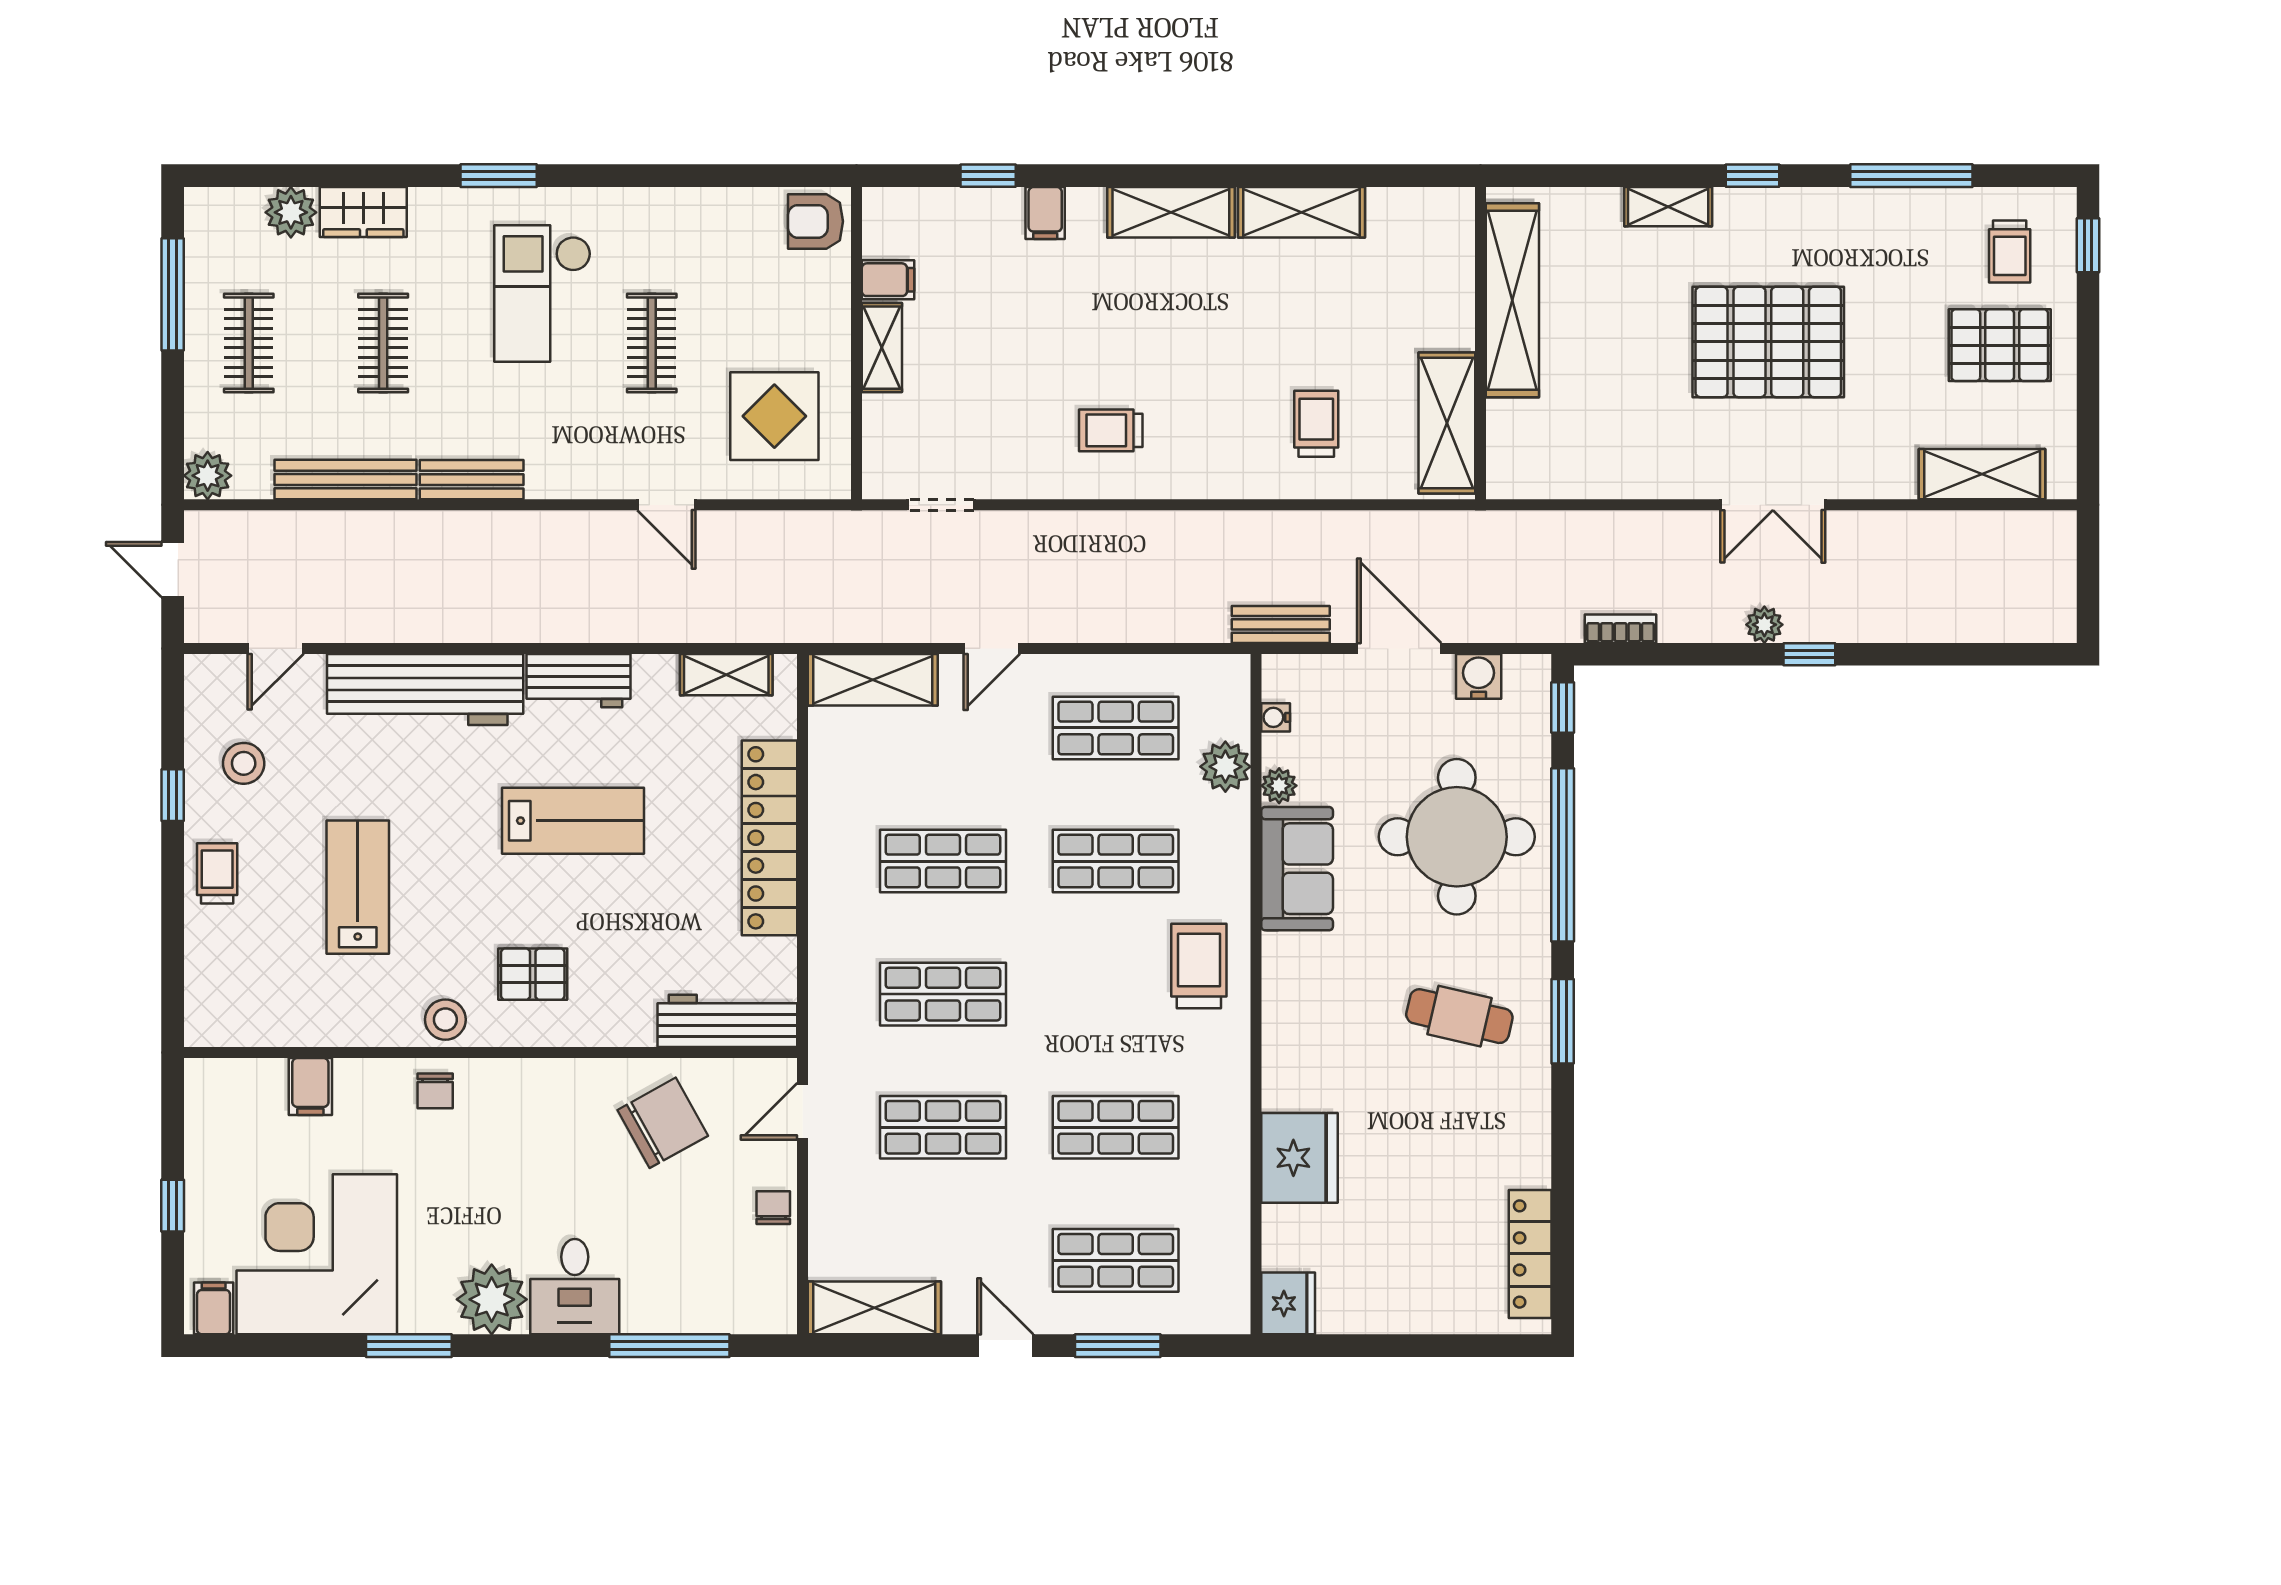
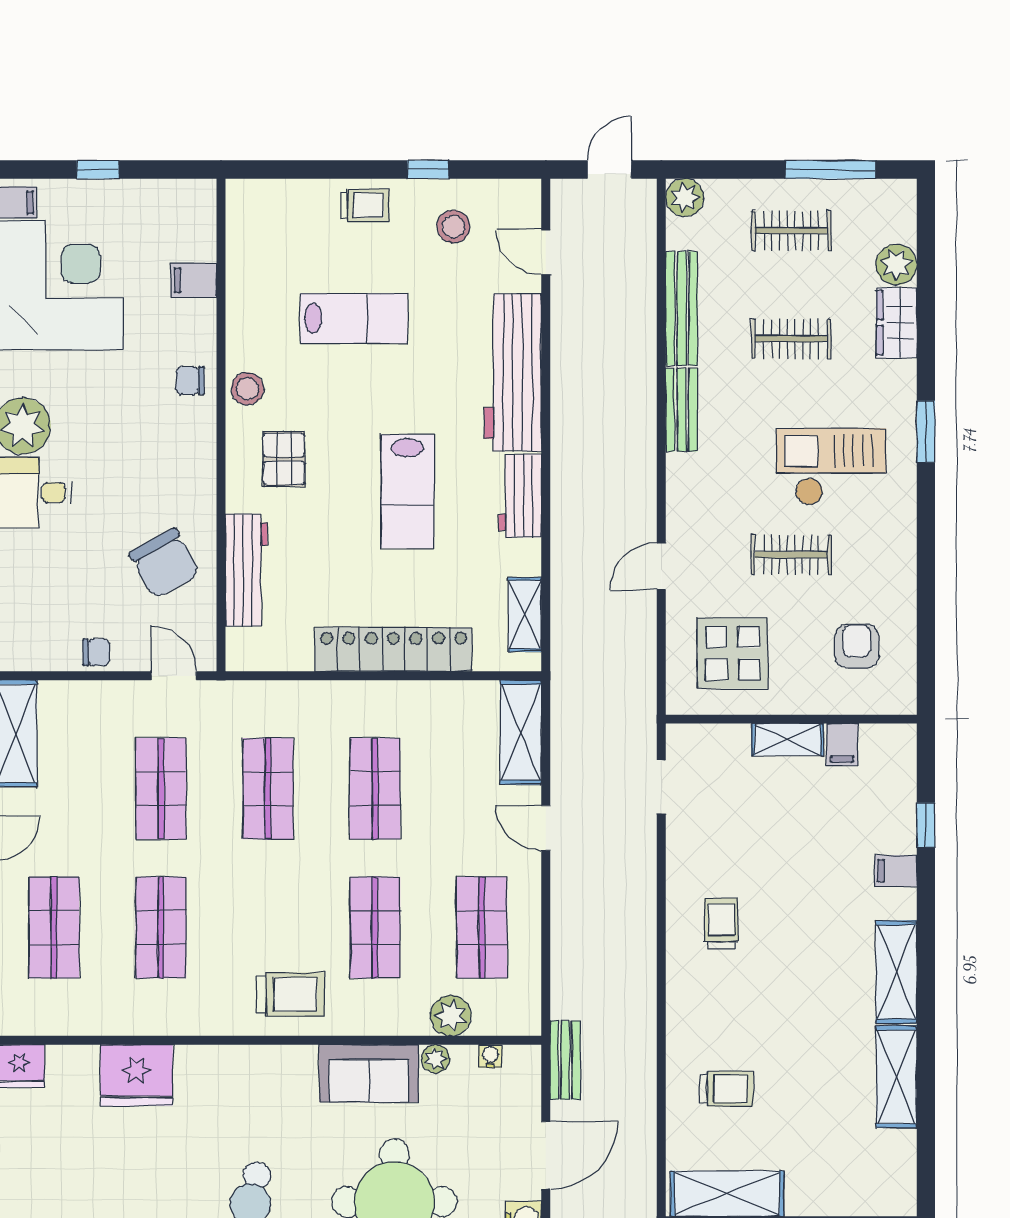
armchair: (816, 221) -> (857, 646), moved
workbench: (727, 1021) -> (246, 570), moved

